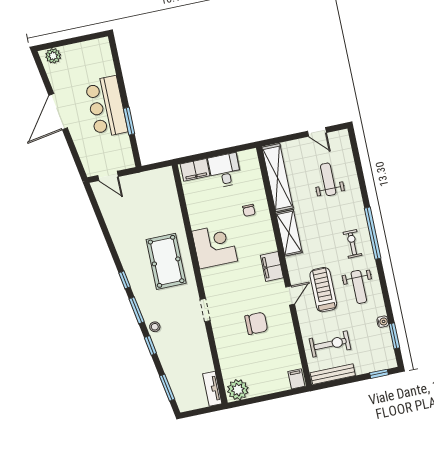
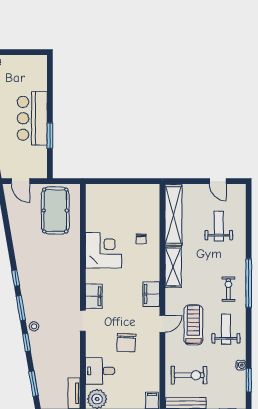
filing cabinet: (195, 170) -> (94, 296), moved, turned -90
desk: (225, 170) -> (100, 371), moved, turned -90
corner desk: (215, 246) -> (103, 250), moved
pool table: (166, 261) -> (55, 210), moved
weight bench: (359, 287) -> (226, 329), turned 180
chair: (256, 323) -> (126, 343), turned 93

